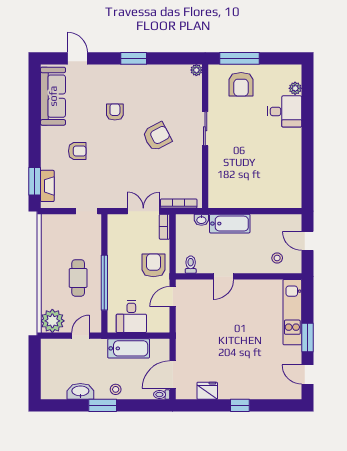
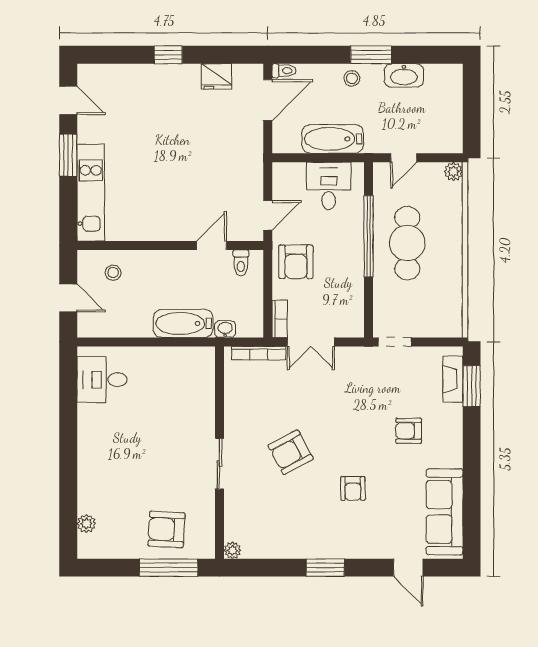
armchair: (241, 84) -> (166, 529), turned -87
desk: (285, 111) -> (102, 380), moved
door: (223, 276) -> (212, 245), moved
cafe table: (78, 278) -> (407, 243), width x1.37, depth x1.35
plant: (52, 321) -> (453, 171), width x0.53, depth x0.53

